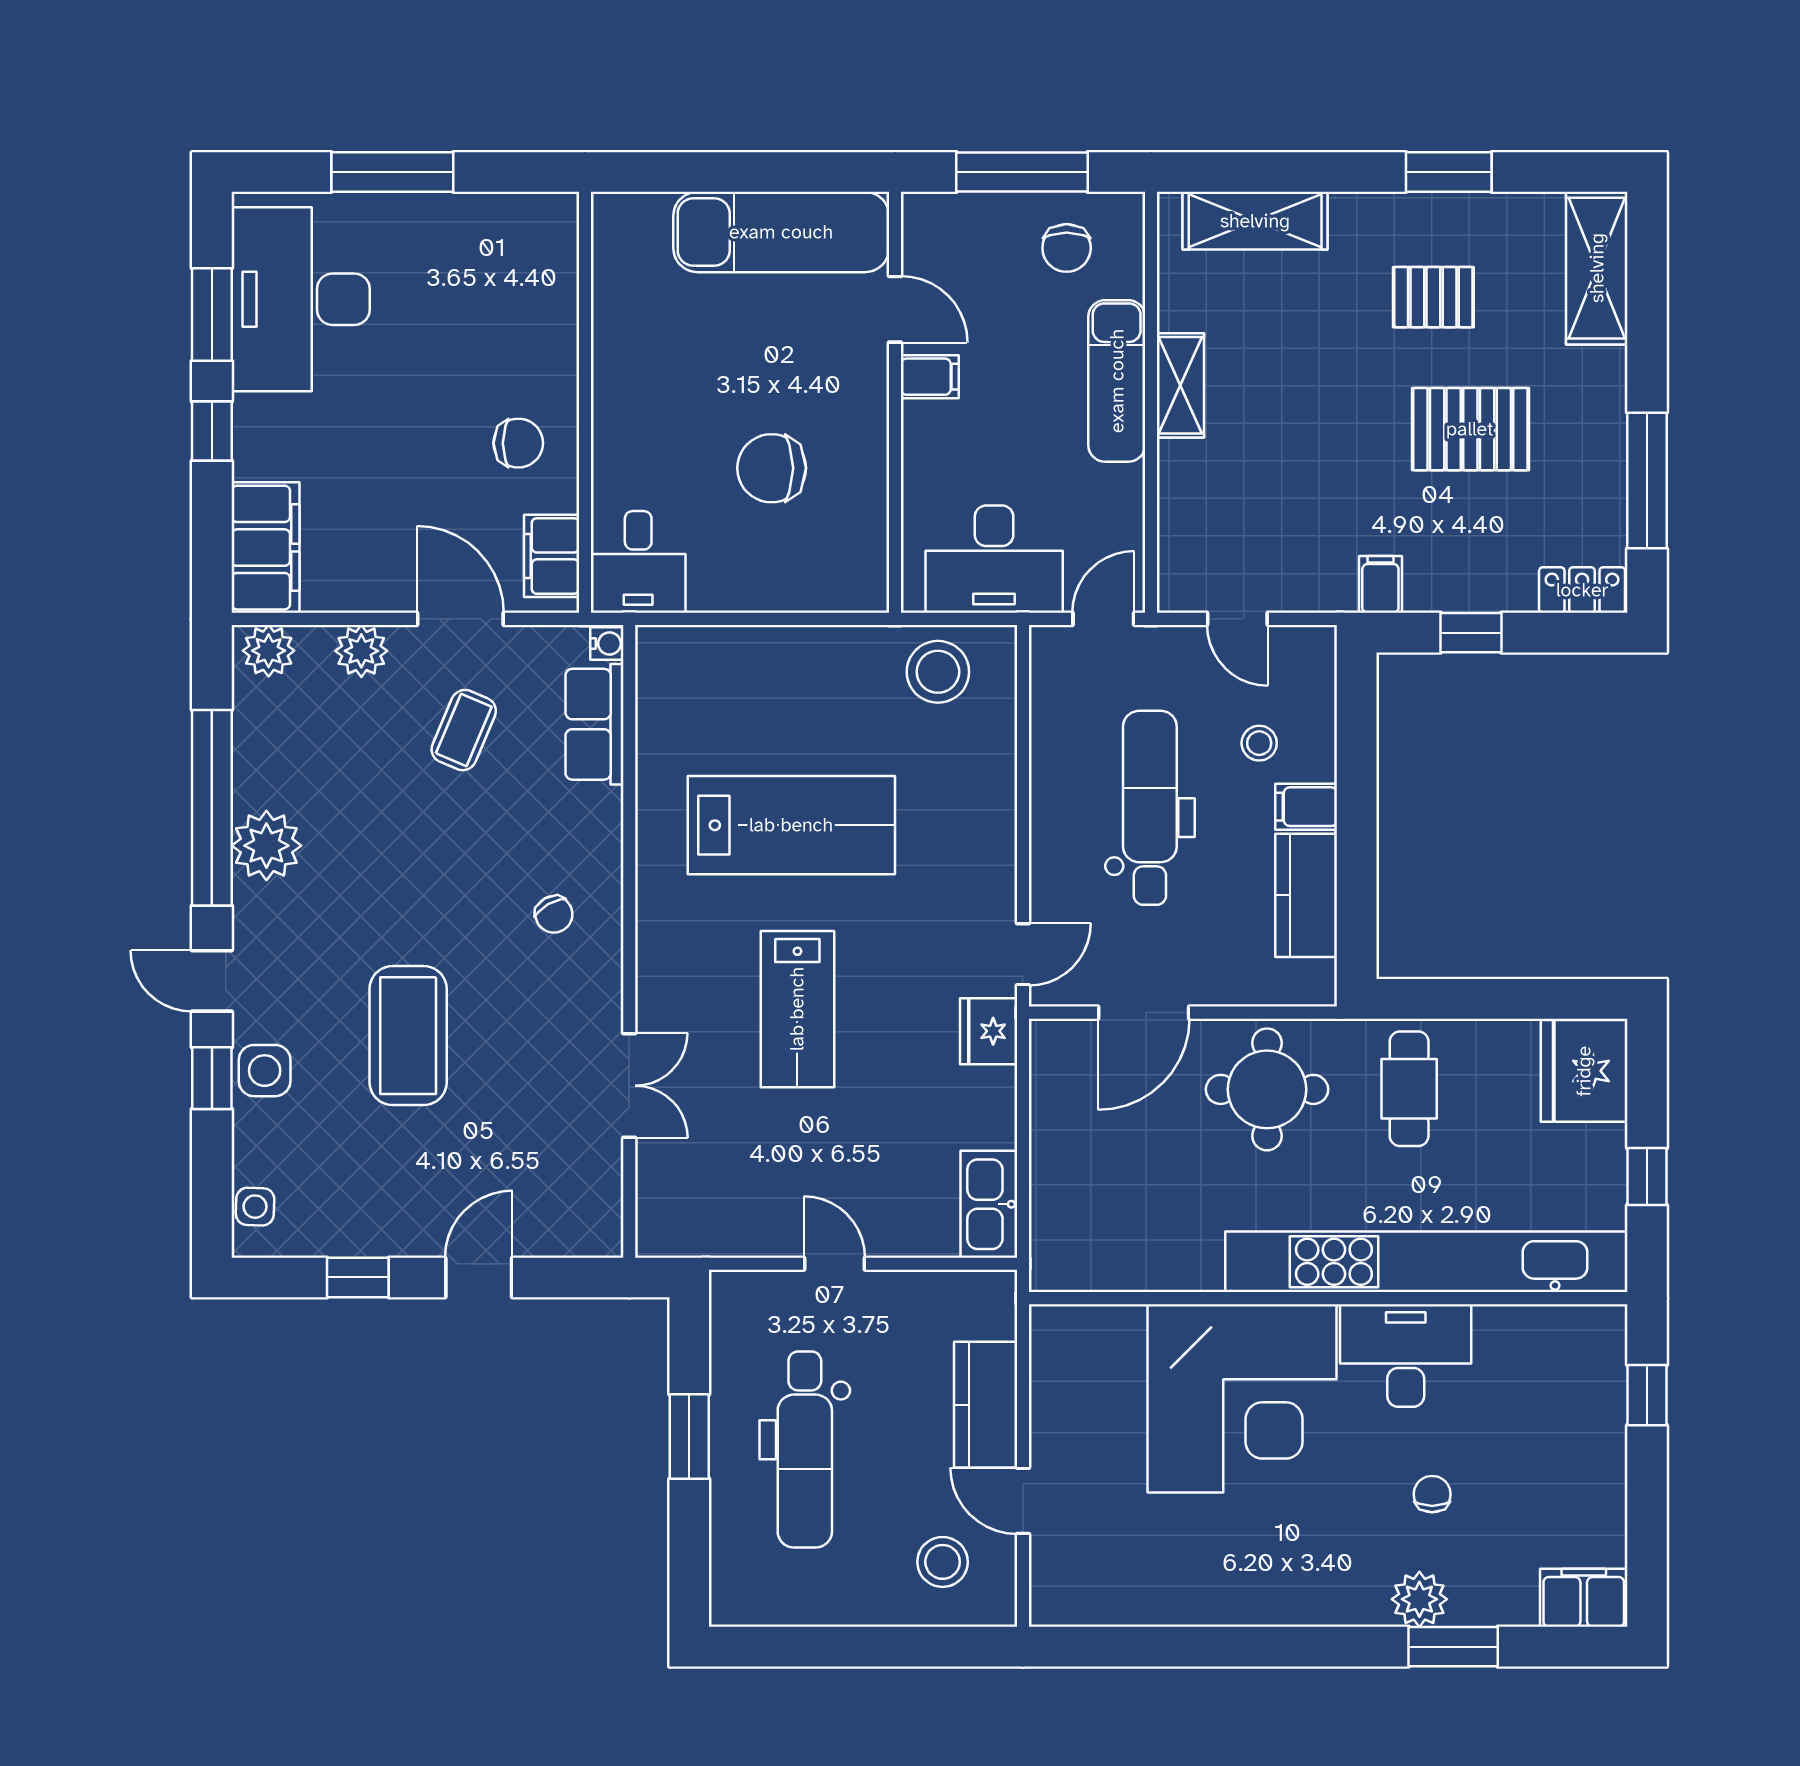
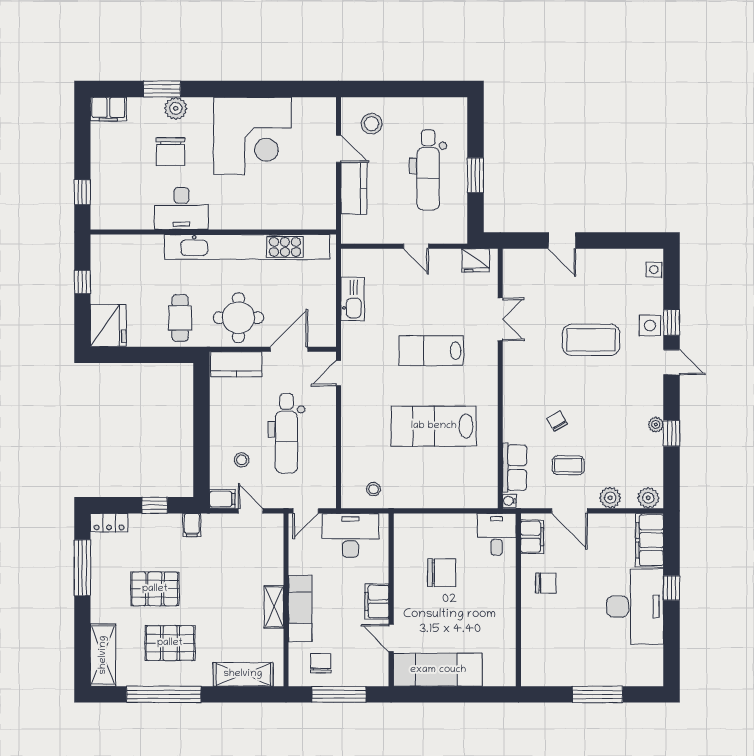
window: (1449, 172) -> (164, 694), width x2.11
pallet: (1433, 297) -> (170, 643), width x1.50, depth x1.42
desk: (301, 299) -> (635, 607), moved
window: (212, 314) -> (672, 636), removed
filing cabinet: (930, 377) -> (377, 601), width x2.00
chair: (518, 443) -> (546, 583), turned 180
stool: (938, 672) -> (373, 489), width x0.53, depth x0.53
coffee table: (464, 730) -> (568, 465), turned 67
filing cabinet: (1306, 807) -> (222, 499), moved
window: (212, 808) -> (672, 433), width x0.32
plant: (266, 846) -> (656, 425), width x0.53, depth x0.53
kitchen counter: (1306, 895) -> (236, 364), moved, turned 90
chair: (554, 914) -> (557, 421), moved
lab bench: (797, 1009) -> (431, 351), turned -90
fridge: (989, 1031) -> (476, 260), moved, turned 90
coffee table: (408, 1036) -> (591, 340), turned 90
double door: (629, 1086) -> (500, 319), swing flipped
kitchen sink: (989, 1204) -> (353, 299), moved
kitchen unit: (1426, 1262) -> (247, 247), moved
window: (358, 1277) -> (612, 241), removed
door: (479, 1277) -> (562, 241), hinge flipped
corner desk: (1242, 1398) -> (252, 136), moved, turned 180
dental chair: (805, 1449) -> (428, 170), turned 180
chair: (1432, 1494) -> (171, 152), width x1.87, depth x1.87

